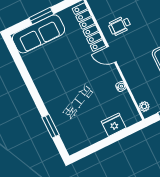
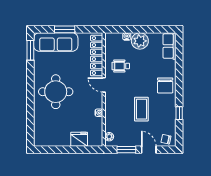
round table: (64, 87) -> (56, 92), added
window: (50, 126) -> (30, 50), moved

